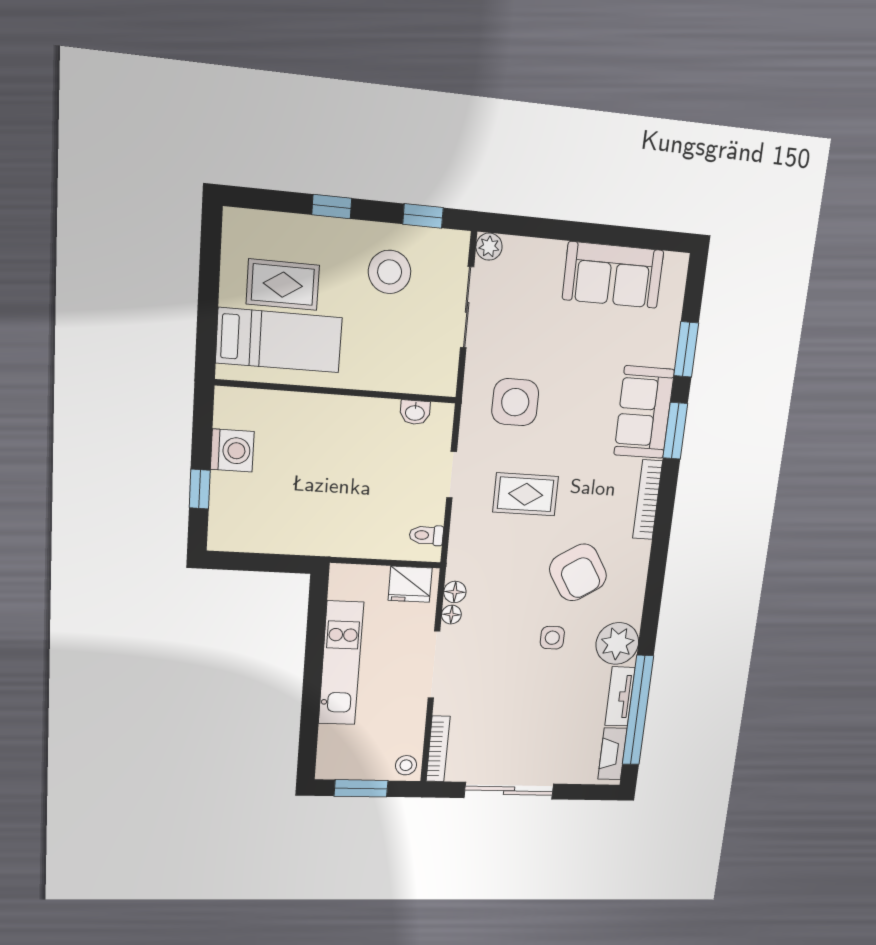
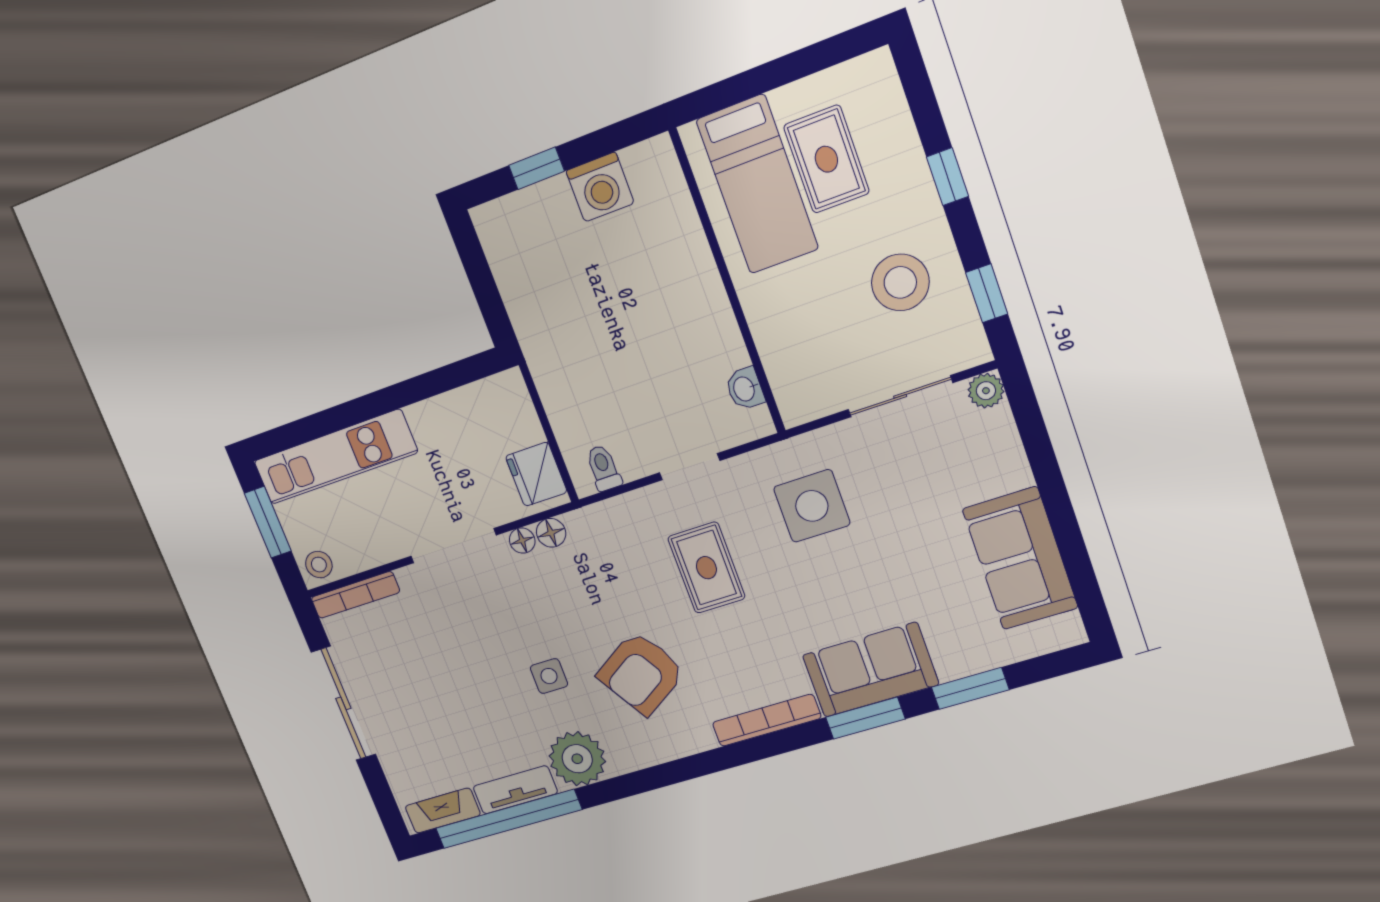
kitchen unit: (341, 663) -> (335, 457), moved

